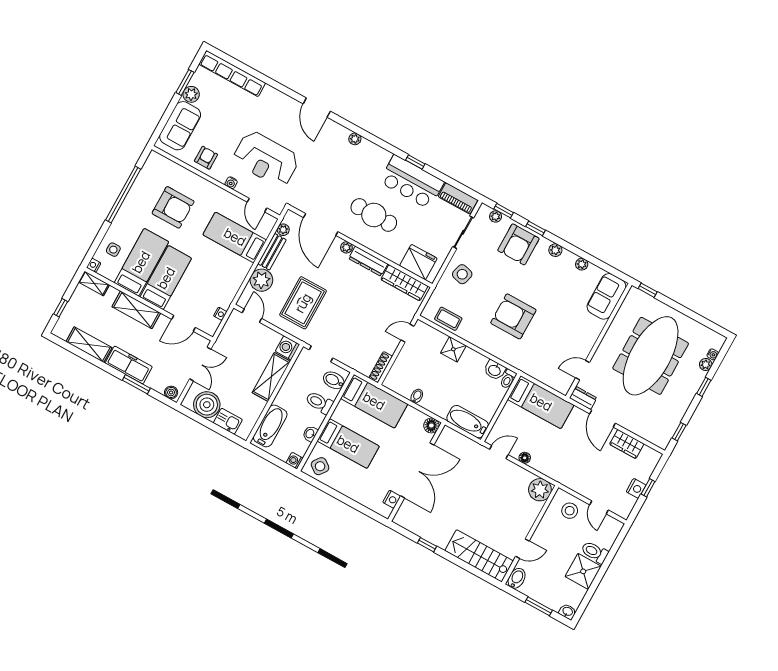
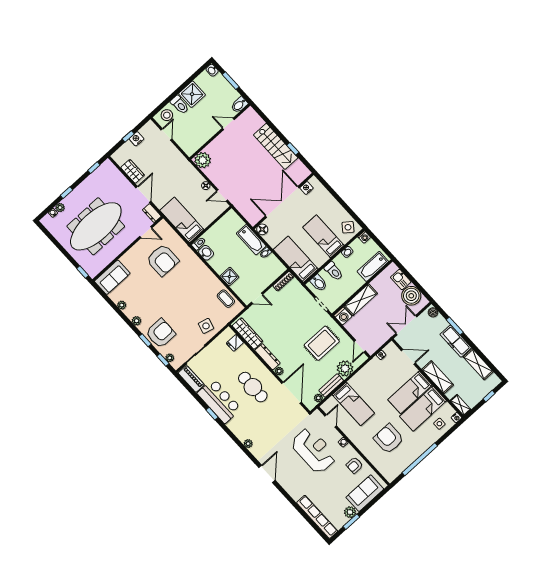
fridge: (418, 262) -> (235, 343), width x0.53, depth x0.75
armchair: (513, 316) -> (163, 260), moved
bathtub: (468, 422) -> (251, 240), moved
stool: (570, 511) -> (167, 115), moved
stairs: (479, 556) -> (276, 146), moved

